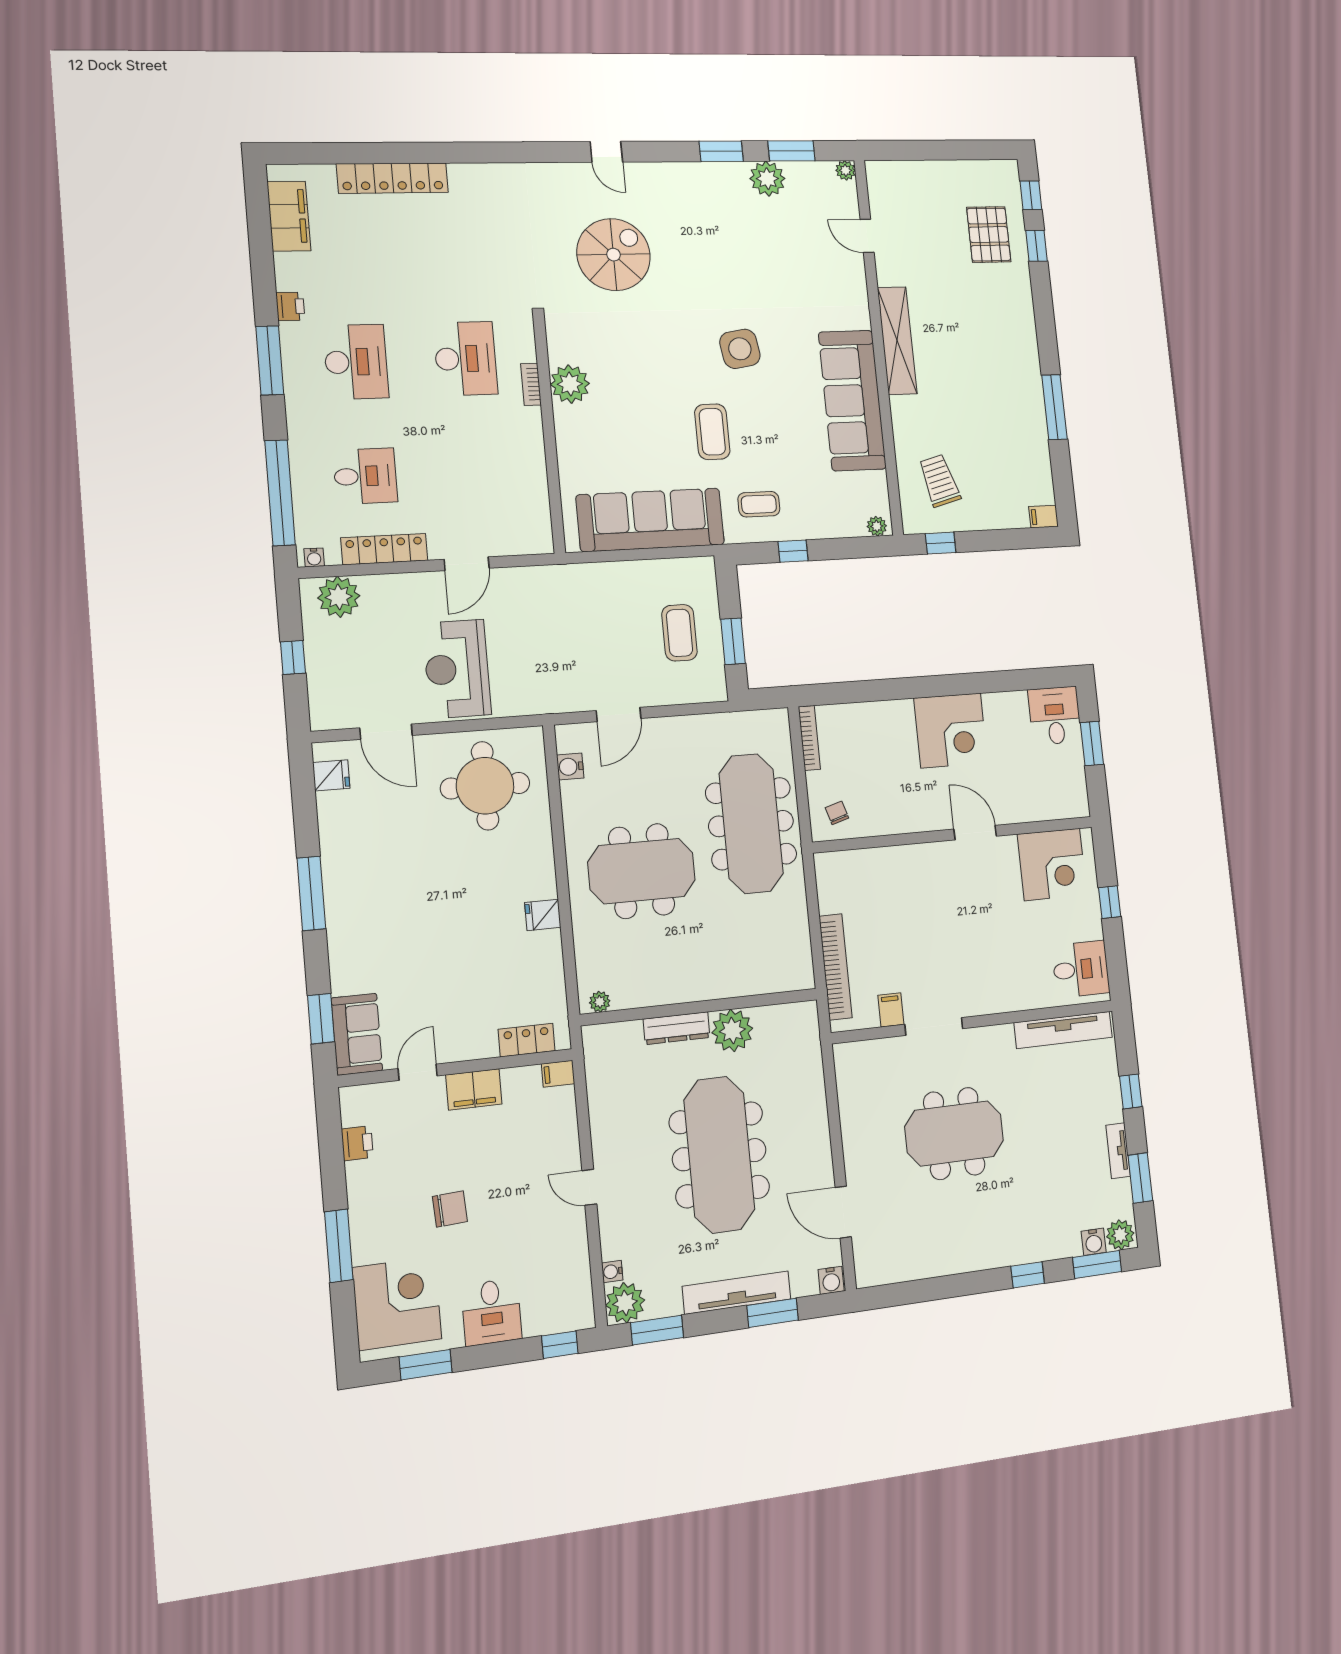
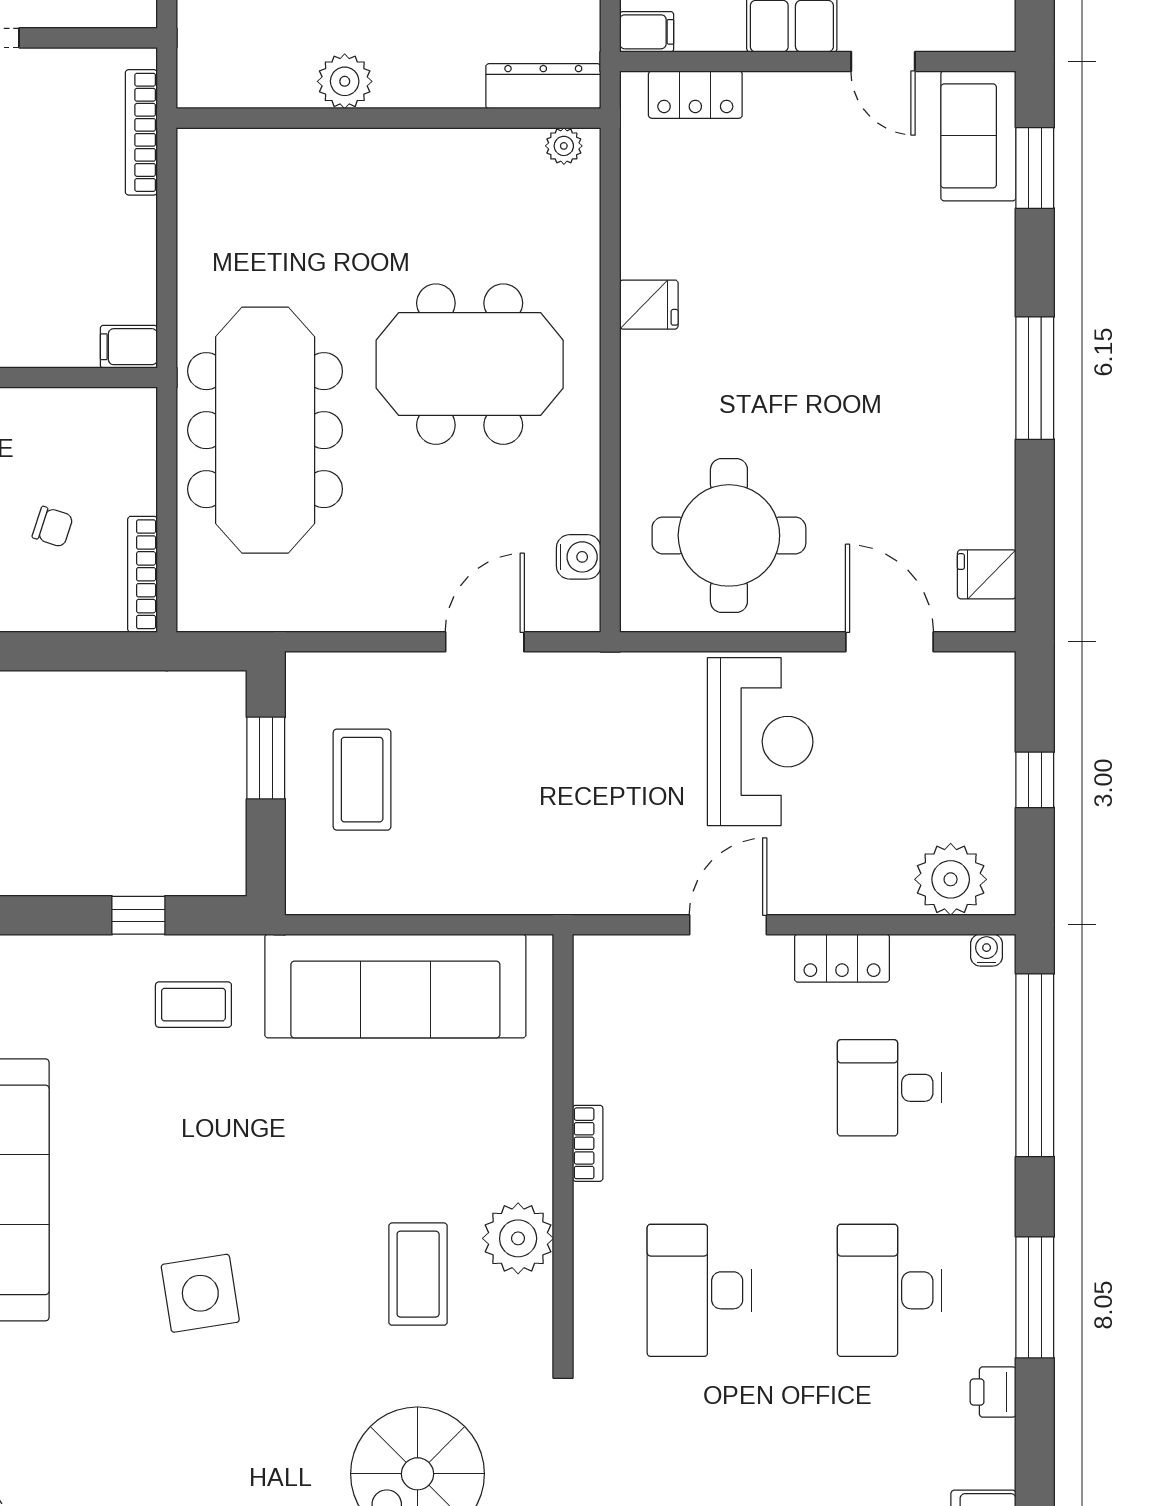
bookcase: (531, 384) -> (588, 1143), moved
coffee table: (712, 432) -> (418, 1274), moved
locker: (384, 549) -> (842, 958), width x0.66
chair: (837, 813) -> (53, 527), moved, turned -55
bookcase: (836, 967) -> (141, 132), width x0.68, depth x0.76
filing cabinet: (891, 1010) -> (129, 347), moved, turned 90
dresser: (677, 1028) -> (543, 86), moved
plant: (732, 1030) -> (345, 81), width x0.73, depth x0.73
door: (418, 1072) -> (883, 61), hinge flipped

